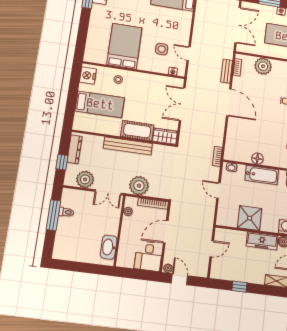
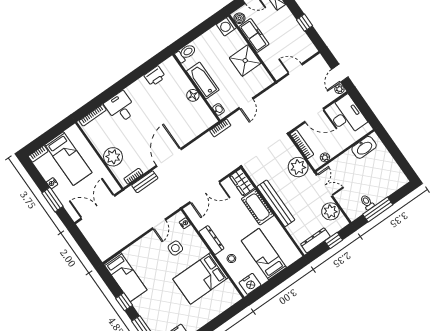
dresser: (144, 78) -> (211, 240), added
desk: (148, 256) -> (347, 116), width x1.37

